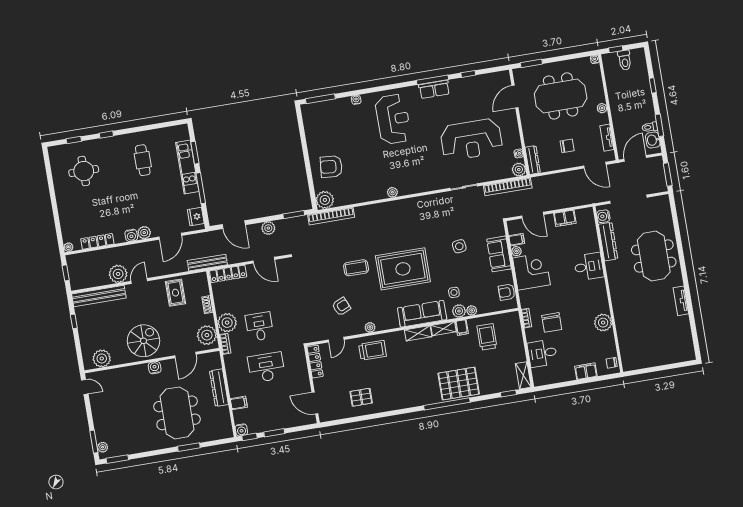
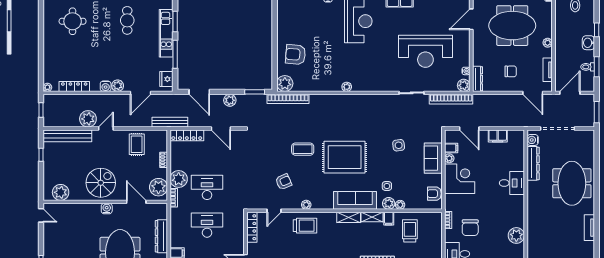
washbasin: (653, 140) -> (588, 43), moved
desk: (259, 327) -> (207, 187), width x1.37
door: (185, 355) -> (136, 202), swing flipped

